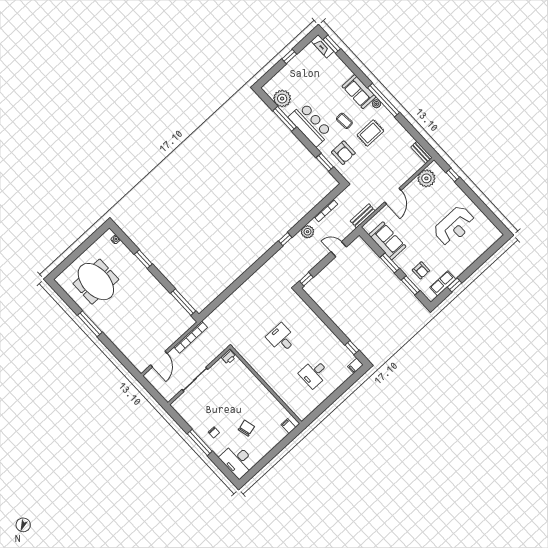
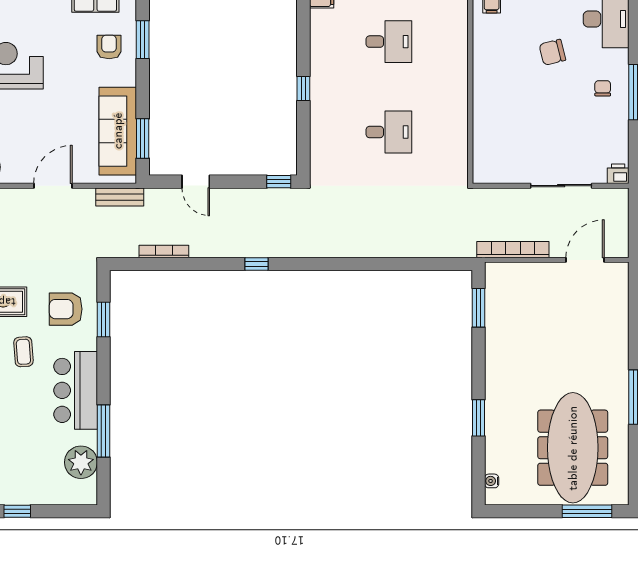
armchair: (343, 153) -> (66, 309), turned -90
plant: (307, 232) -> (216, 246), removed
sofa: (387, 241) -> (118, 131), width x1.36
window: (67, 262) -> (587, 511), added
window: (390, 263) -> (143, 138), moved
meeting table: (96, 282) -> (573, 448), width x1.36
window: (183, 302) -> (478, 308), width x0.69
desk: (281, 338) -> (389, 132), turned -90
window: (352, 348) -> (303, 88), moved
printer: (229, 357) -> (618, 174), moved

